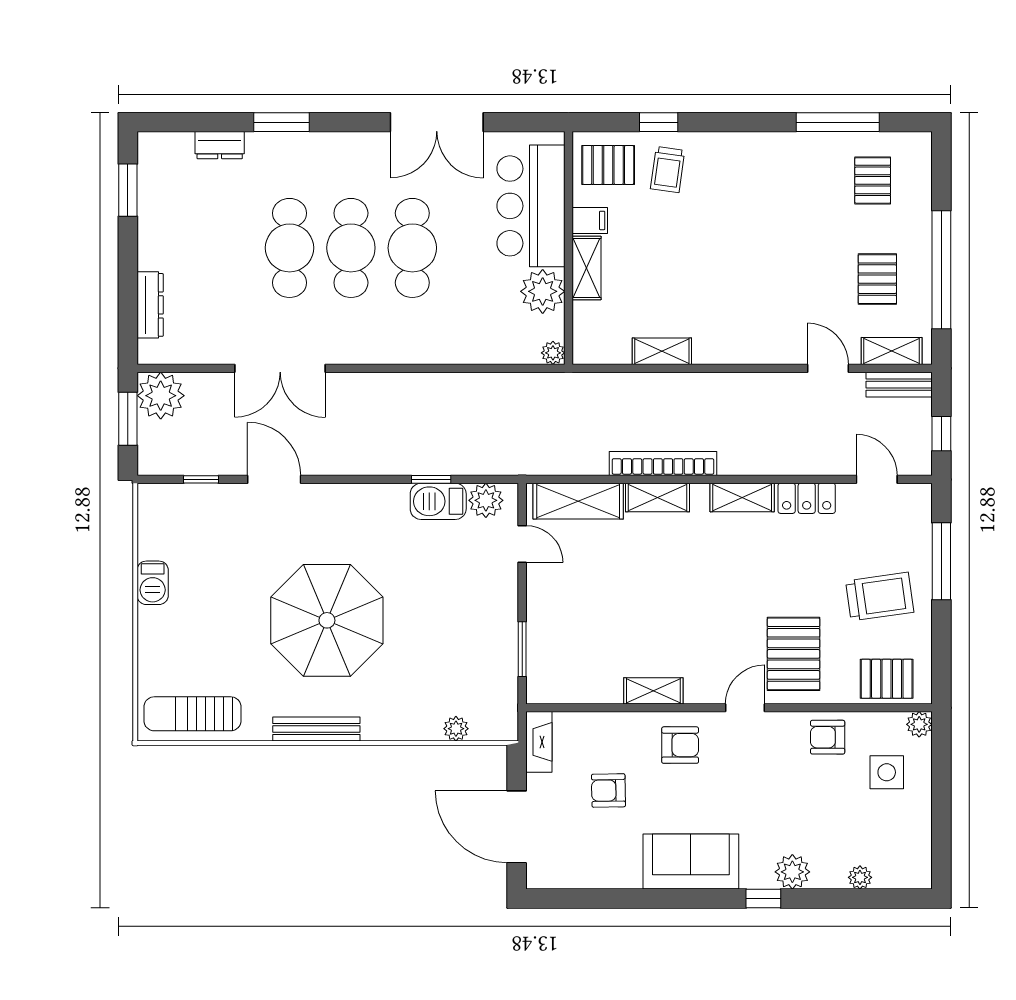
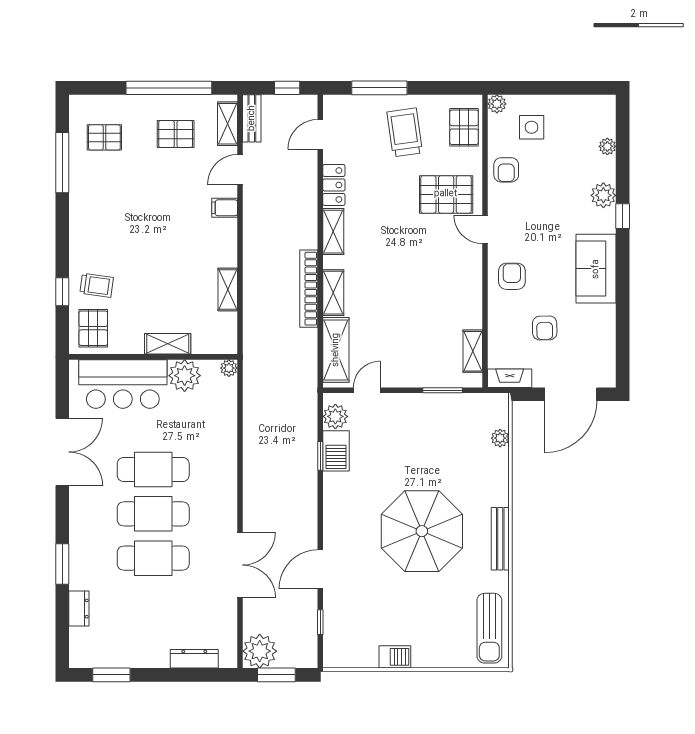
filing cabinet: (590, 220) -> (225, 208), moved, turned -90
shelving: (653, 691) -> (473, 351), moved

